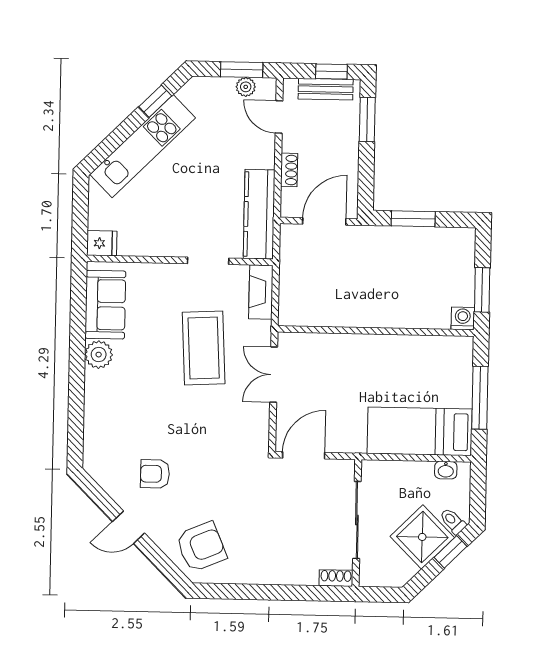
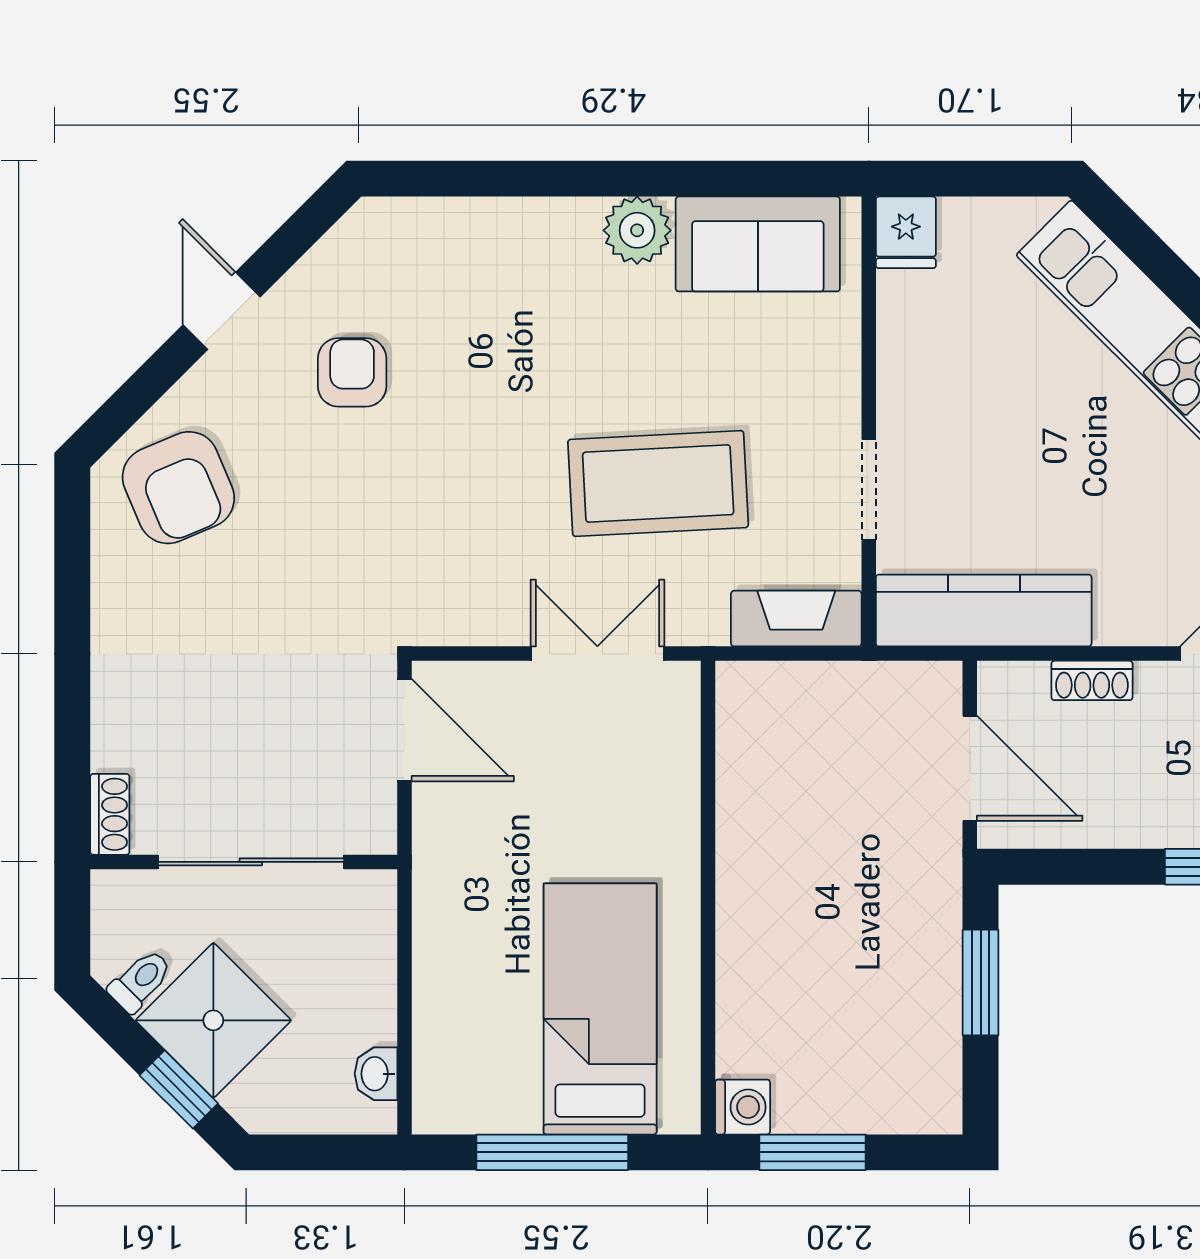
bed: (420, 431) -> (600, 1009), moved
toilet: (453, 521) -> (140, 981), moved

